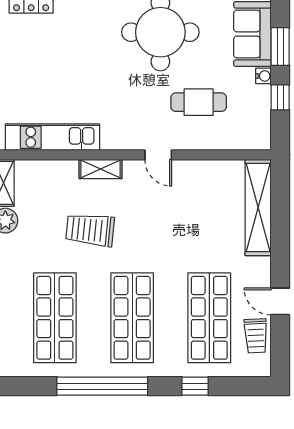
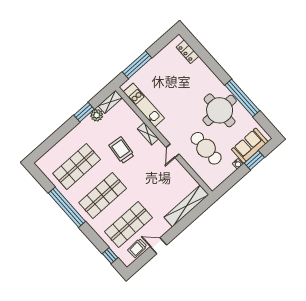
window: (280, 97) -> (235, 177), removed
cafe table: (199, 102) -> (206, 148), width x1.37, depth x1.35
door: (280, 301) -> (158, 246), hinge flipped
window: (195, 386) -> (110, 256), moved

